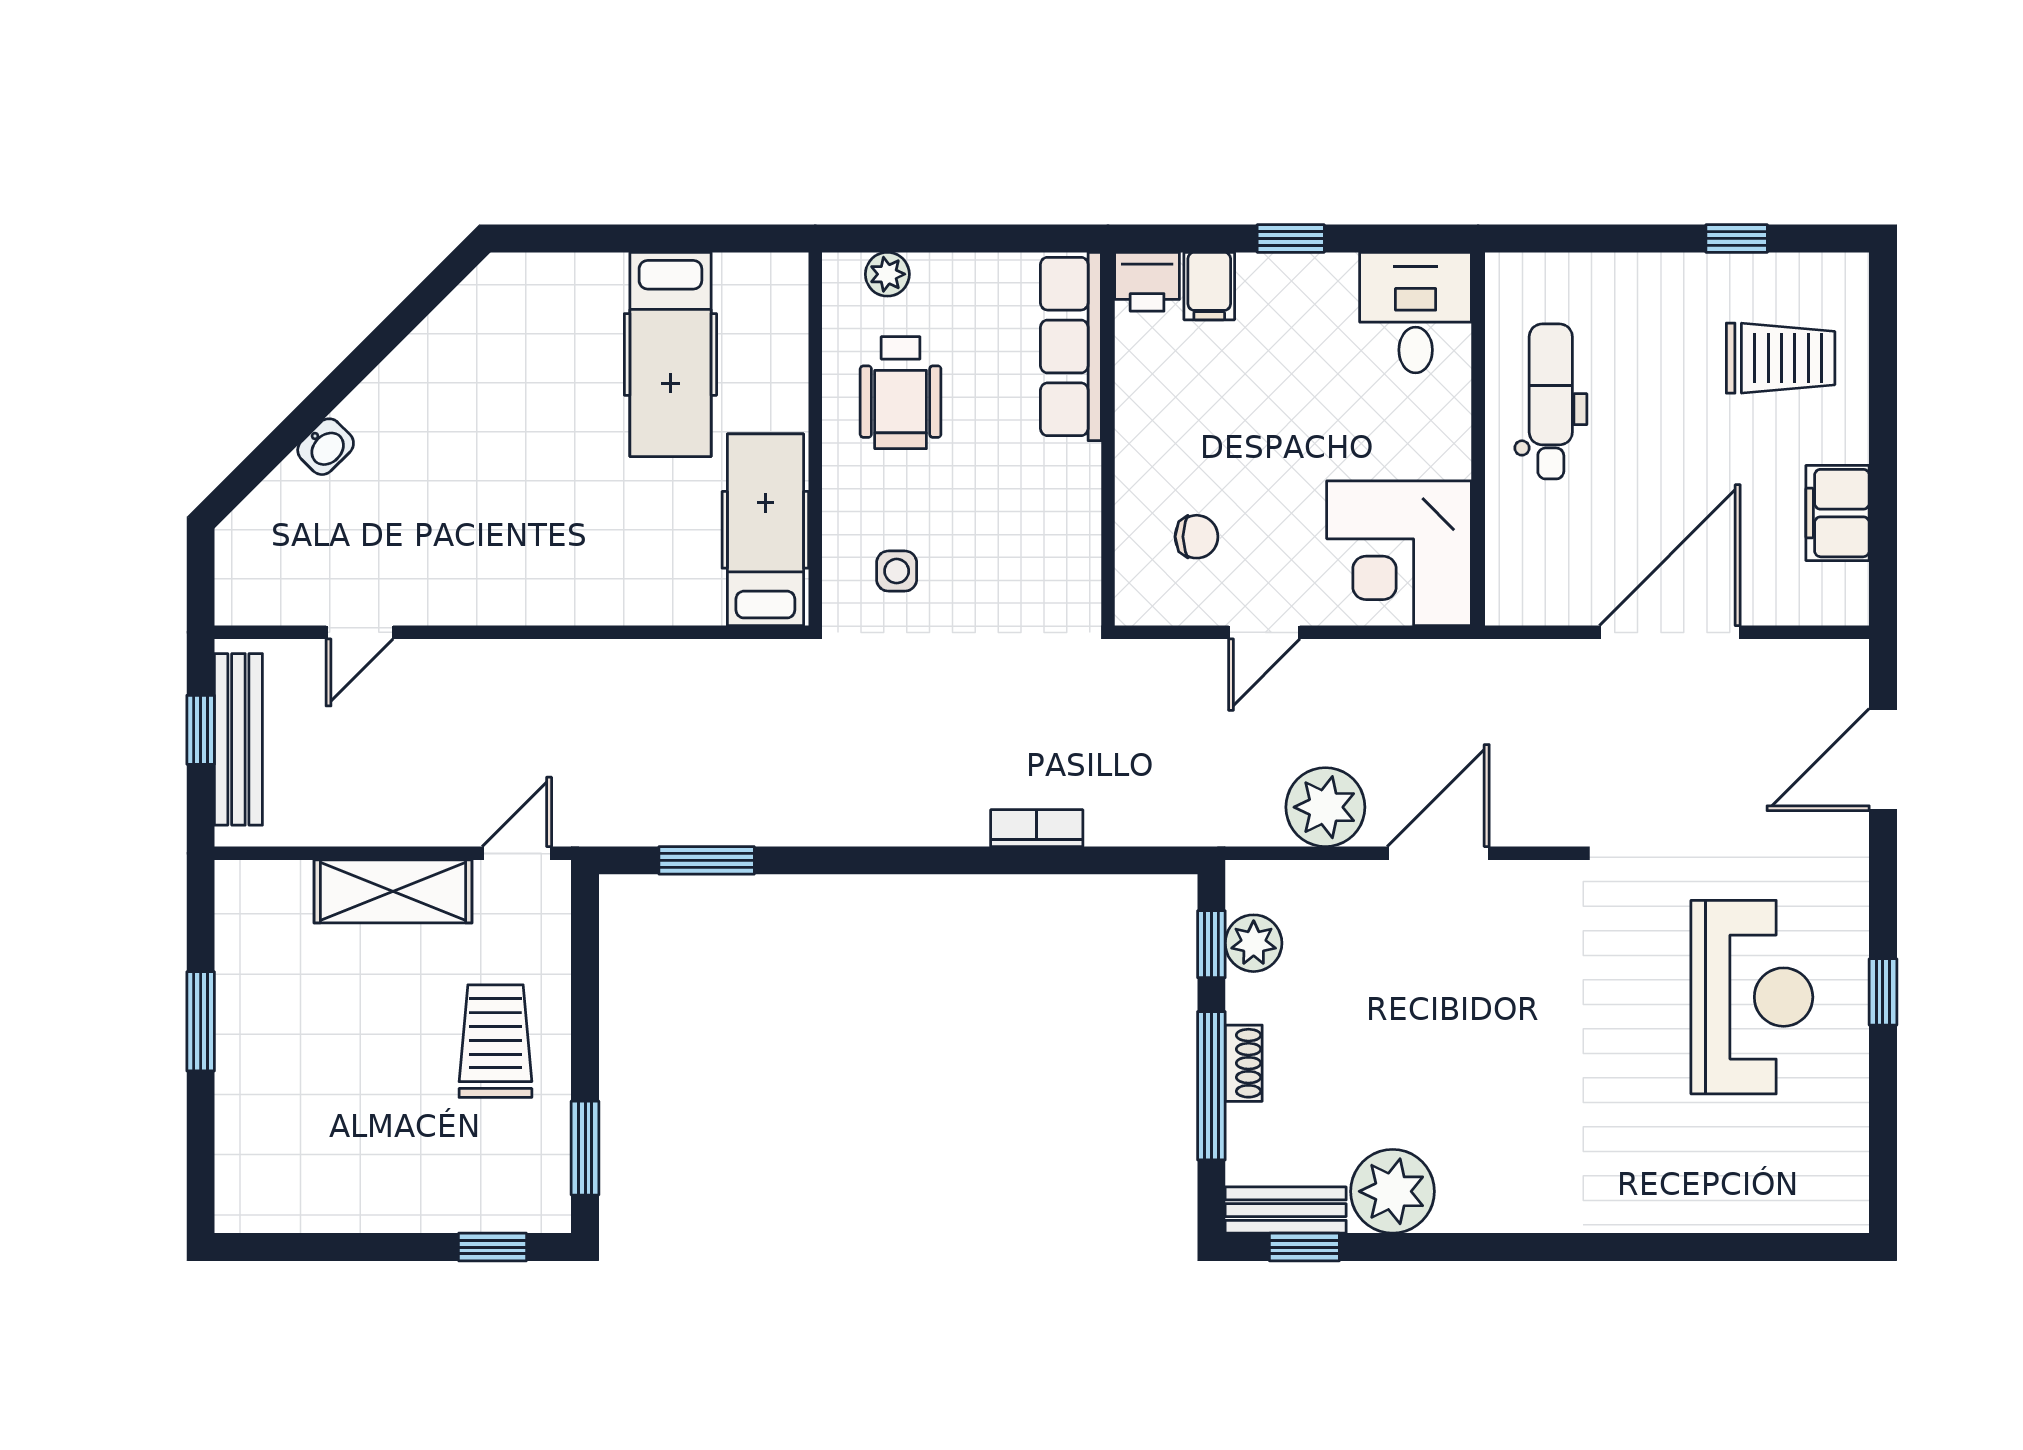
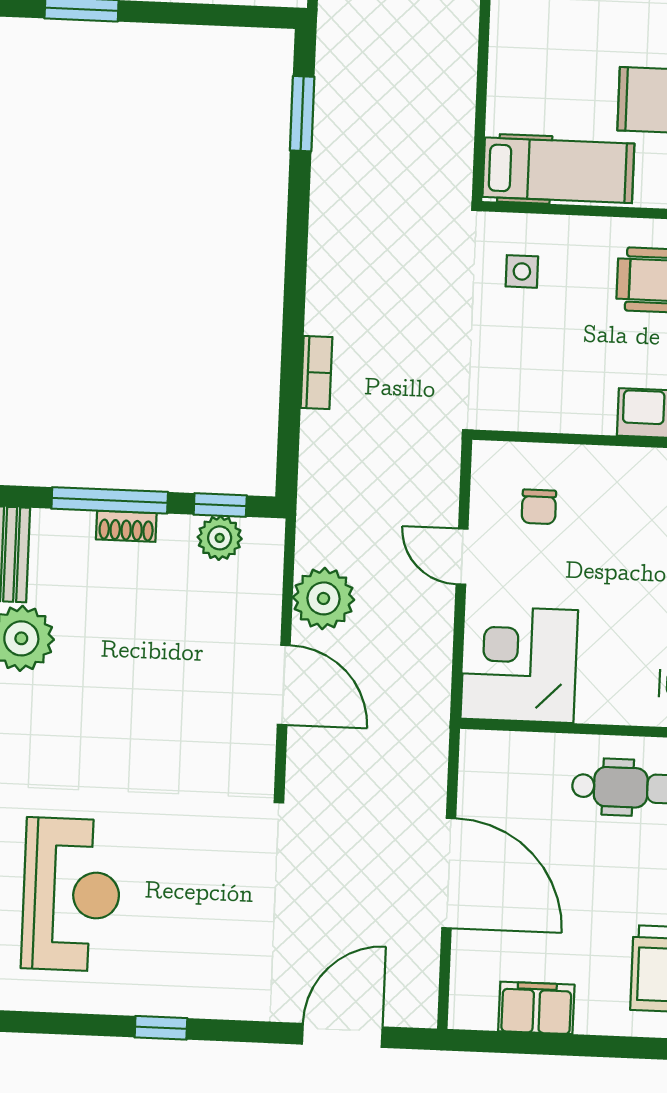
door: (1883, 760) -> (342, 1035), hinge flipped
reception desk: (1752, 997) -> (71, 895), moved, turned -90

